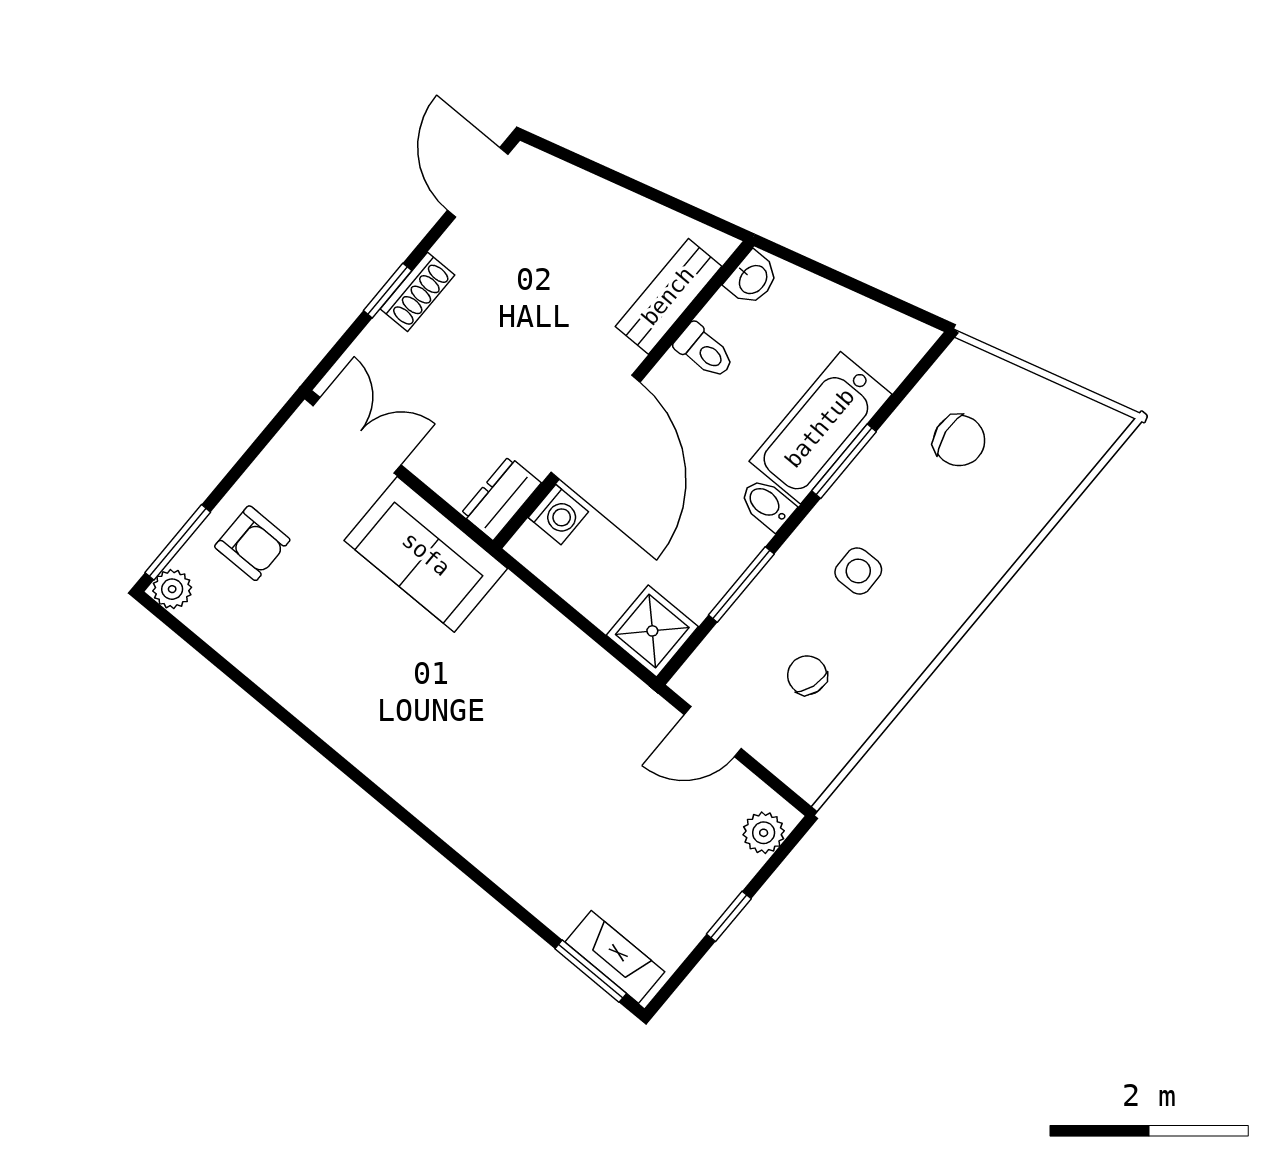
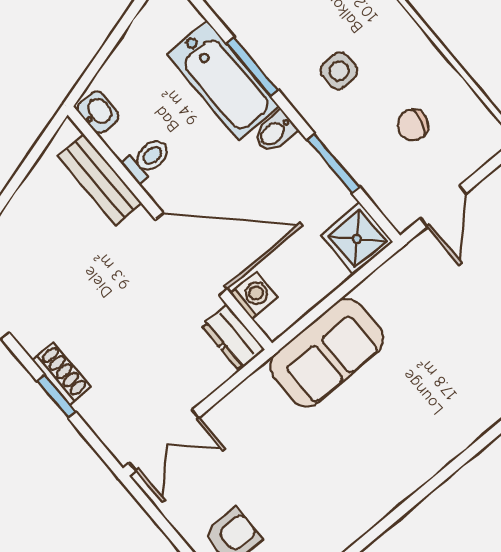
double door: (357, 435) -> (164, 440), swing flipped
sofa: (426, 554) -> (327, 353), moved

